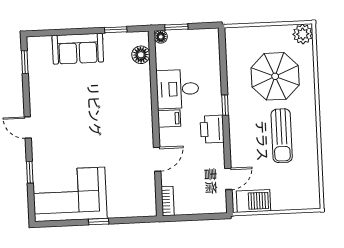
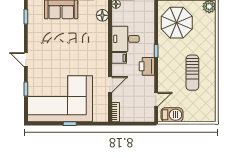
parasol: (275, 76) -> (177, 23), moved
corner sofa: (70, 194) -> (60, 99), width x1.36, depth x1.36

